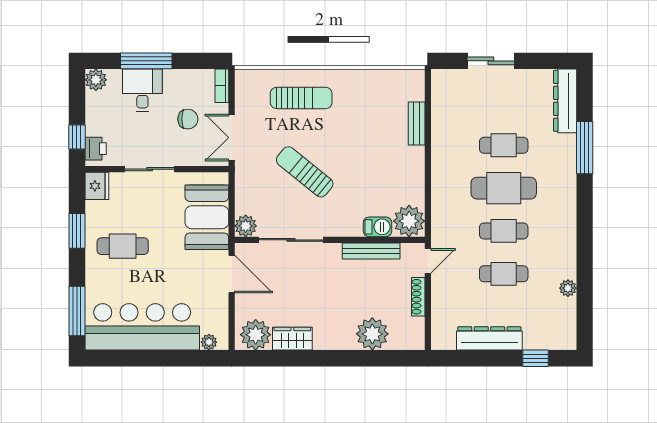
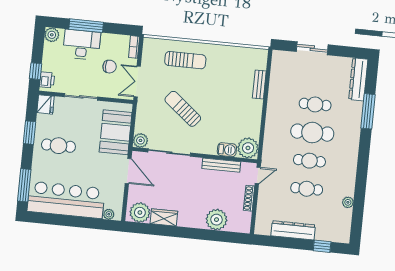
desk: (142, 90) -> (82, 45), width x1.37

